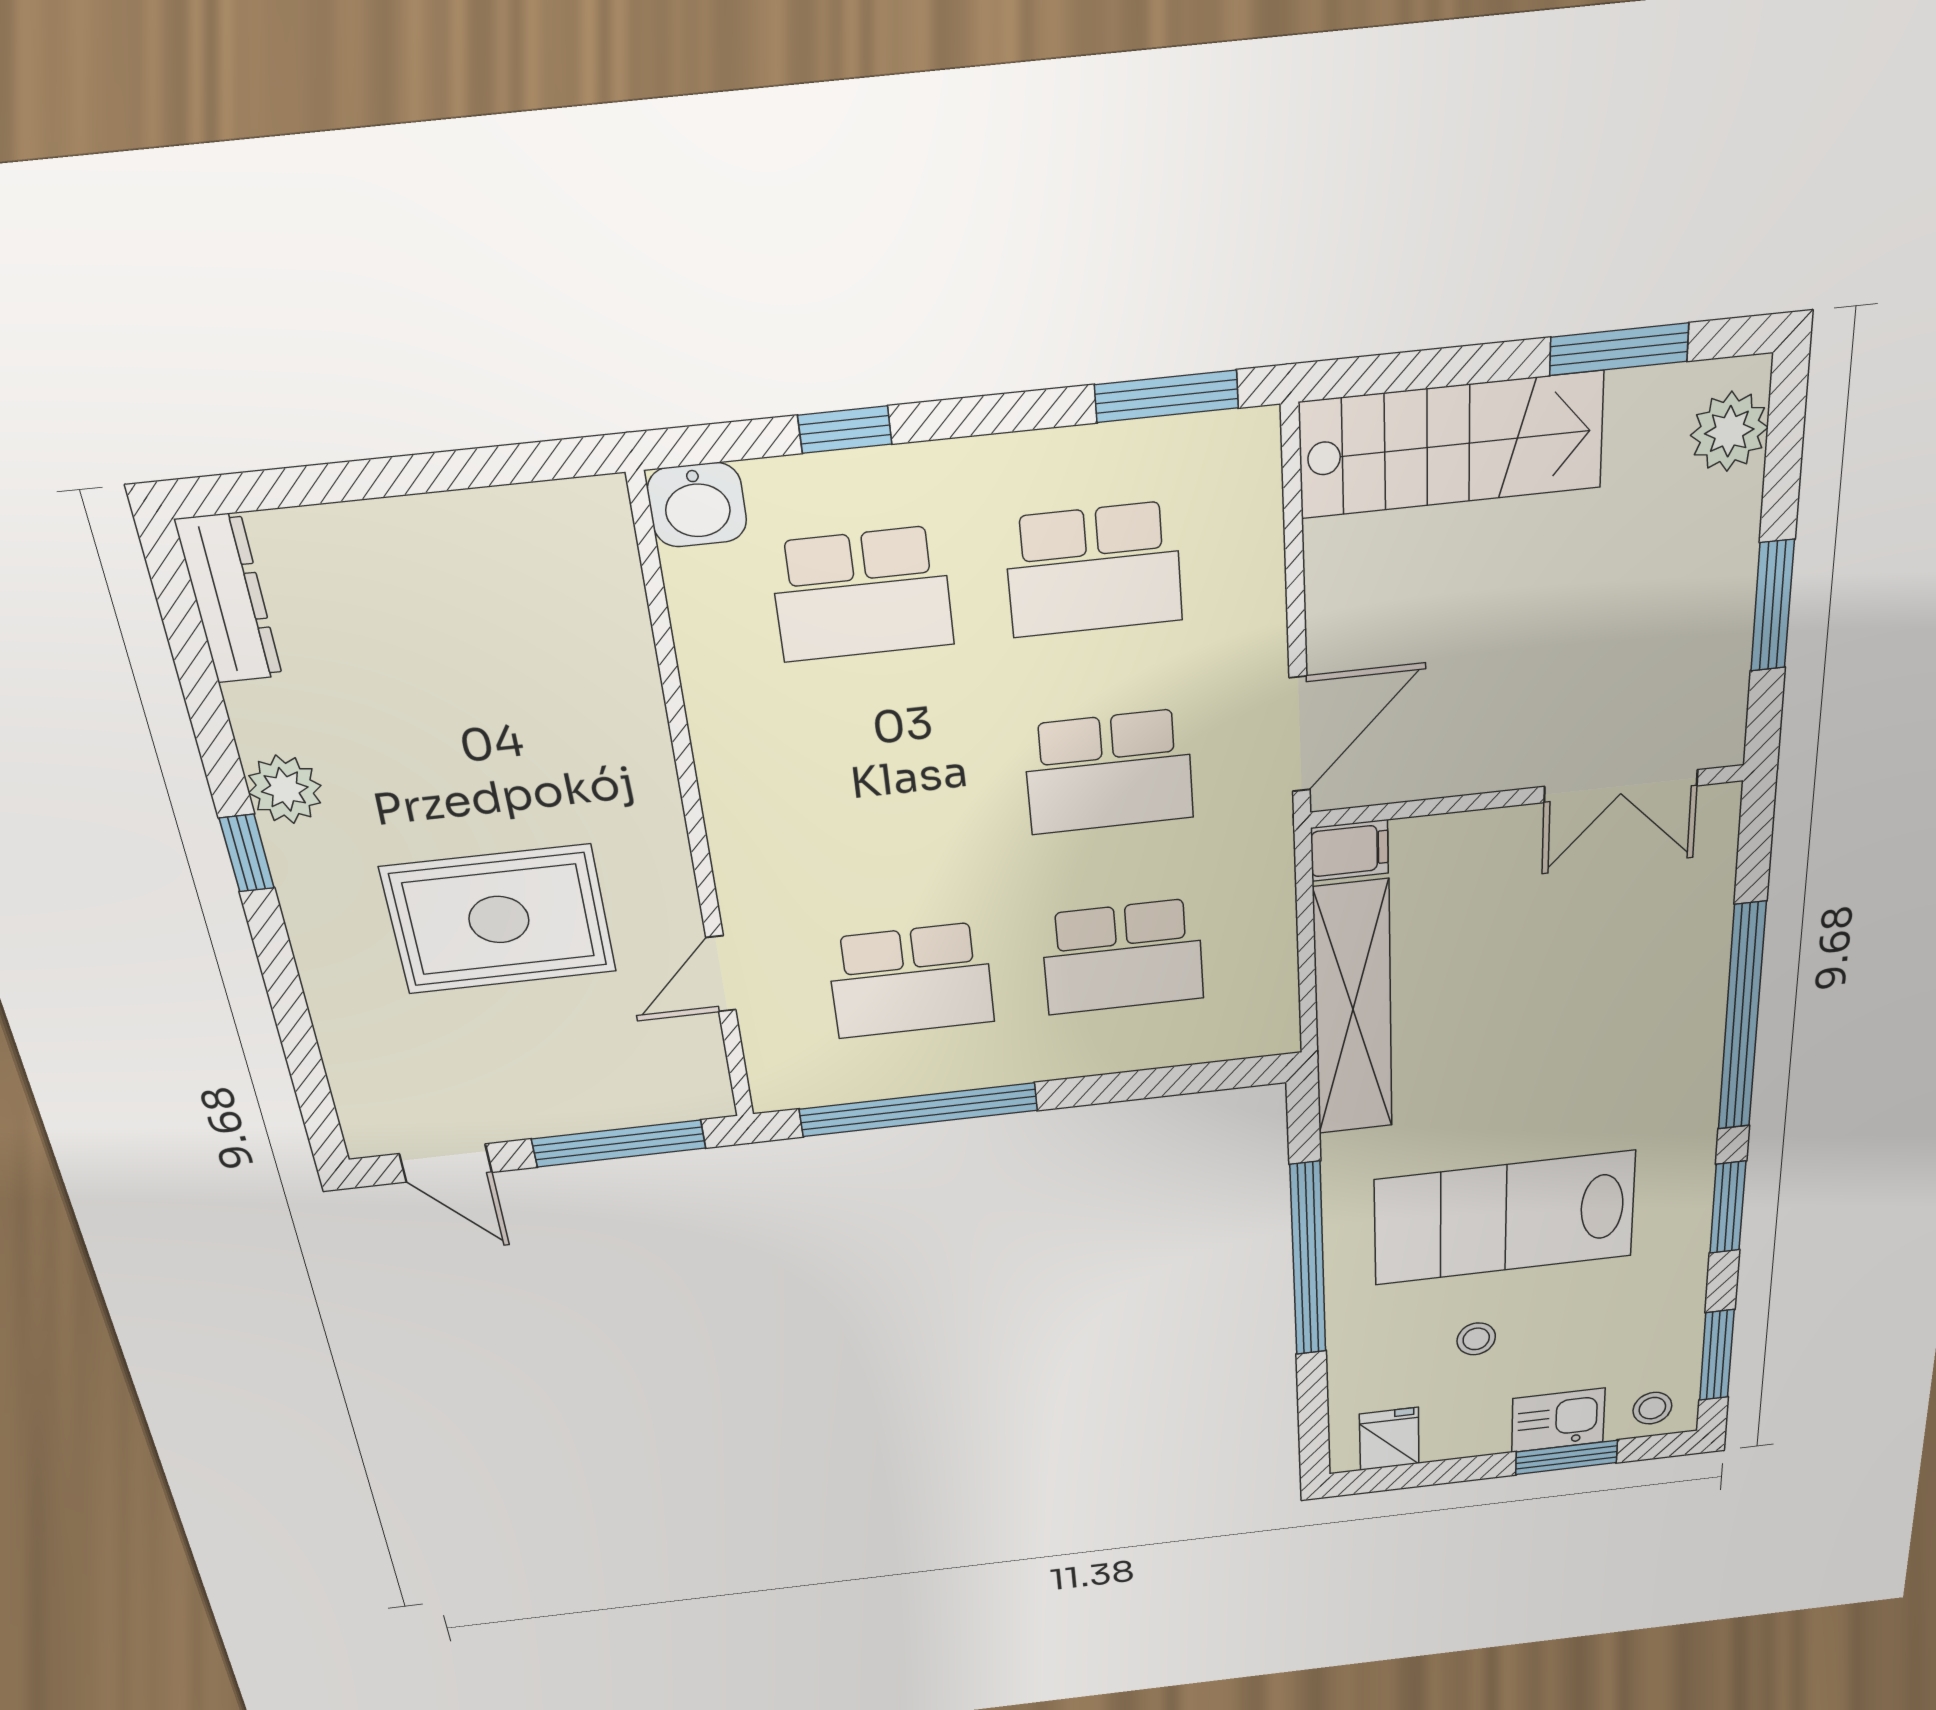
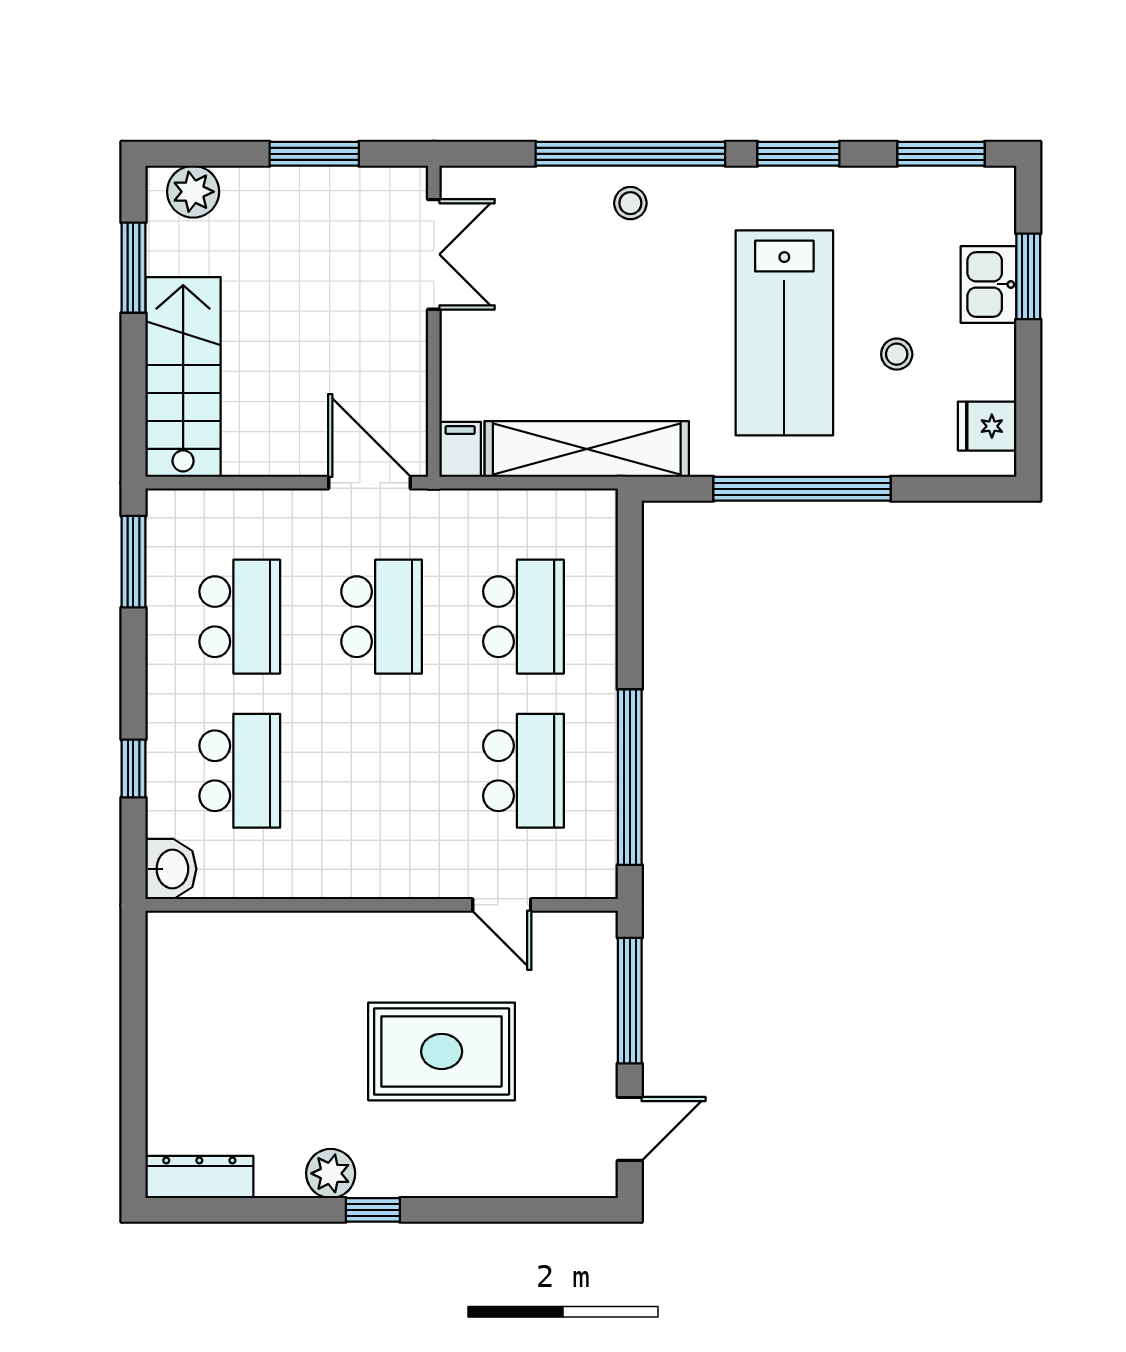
rug: (499, 920) -> (442, 1051), turned 90
stool: (1652, 1408) -> (630, 203), moved

